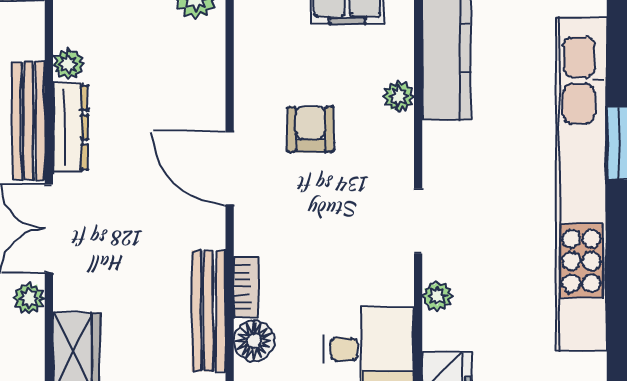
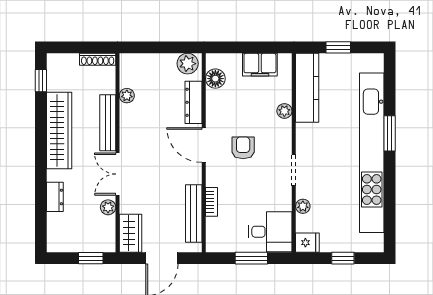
dresser: (70, 127) -> (193, 102), moved, turned 180
armchair: (310, 129) -> (243, 148), moved
floor lamp: (254, 341) -> (215, 79), moved

